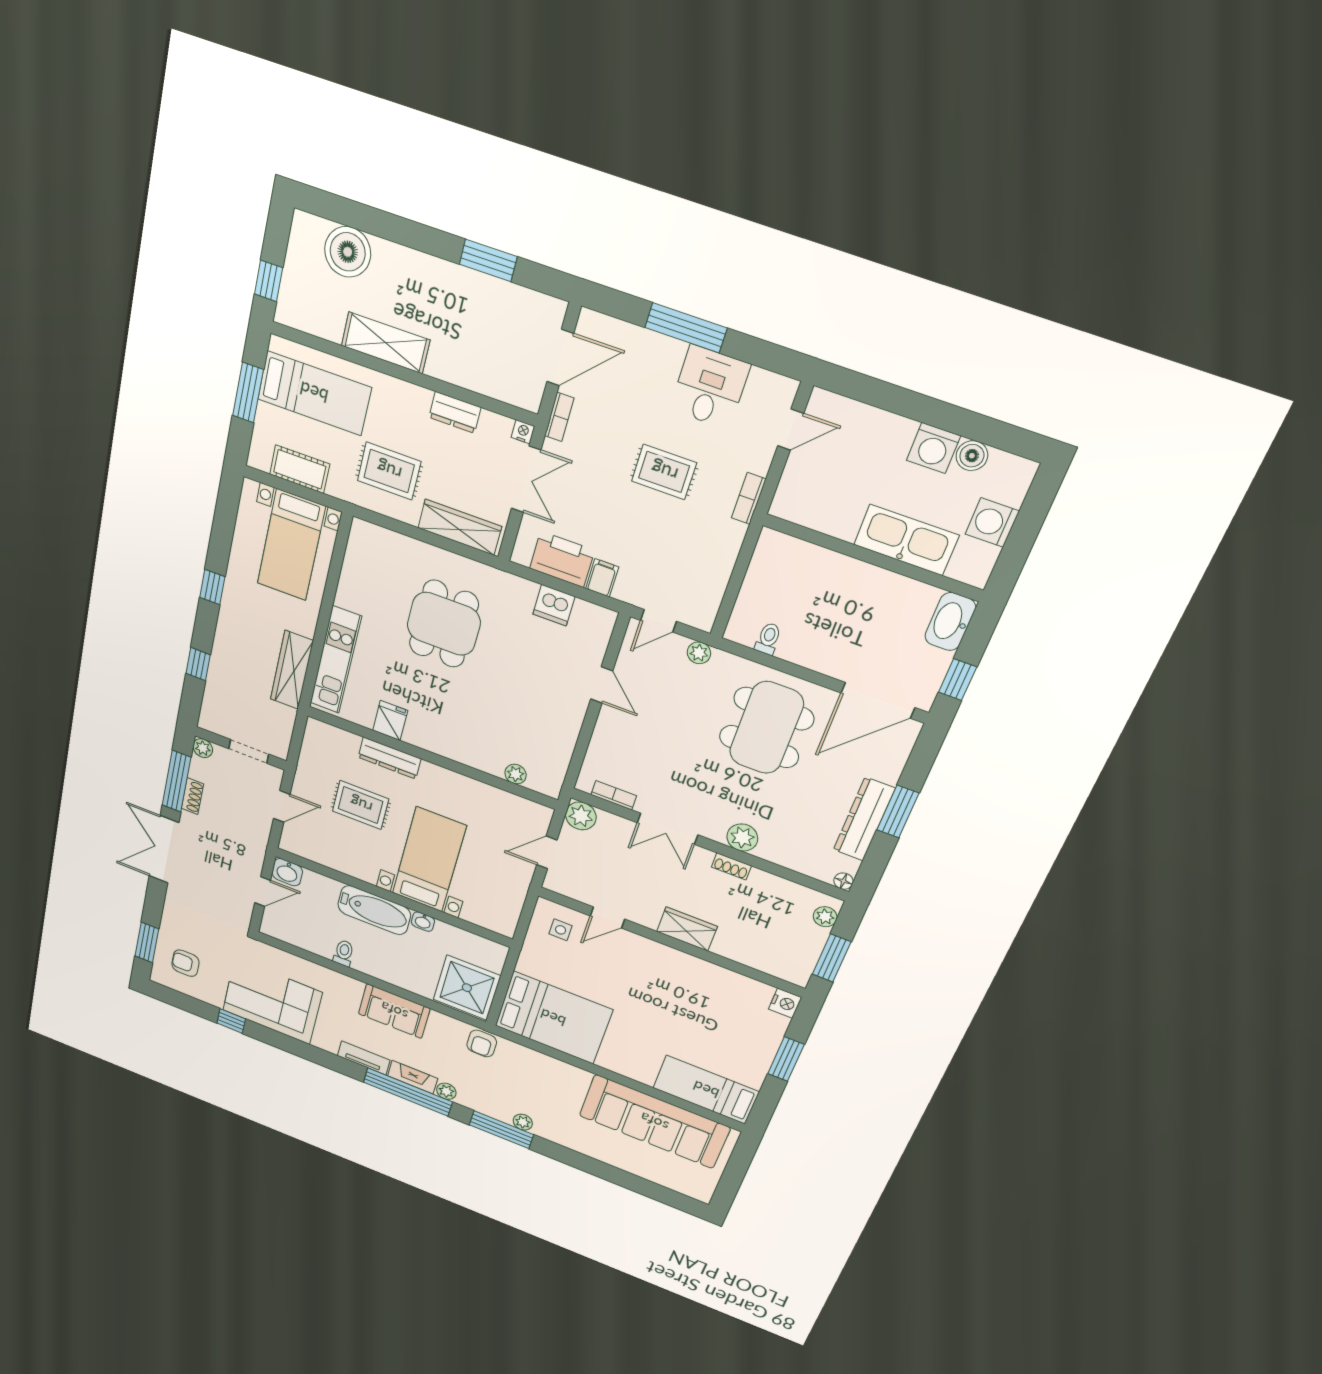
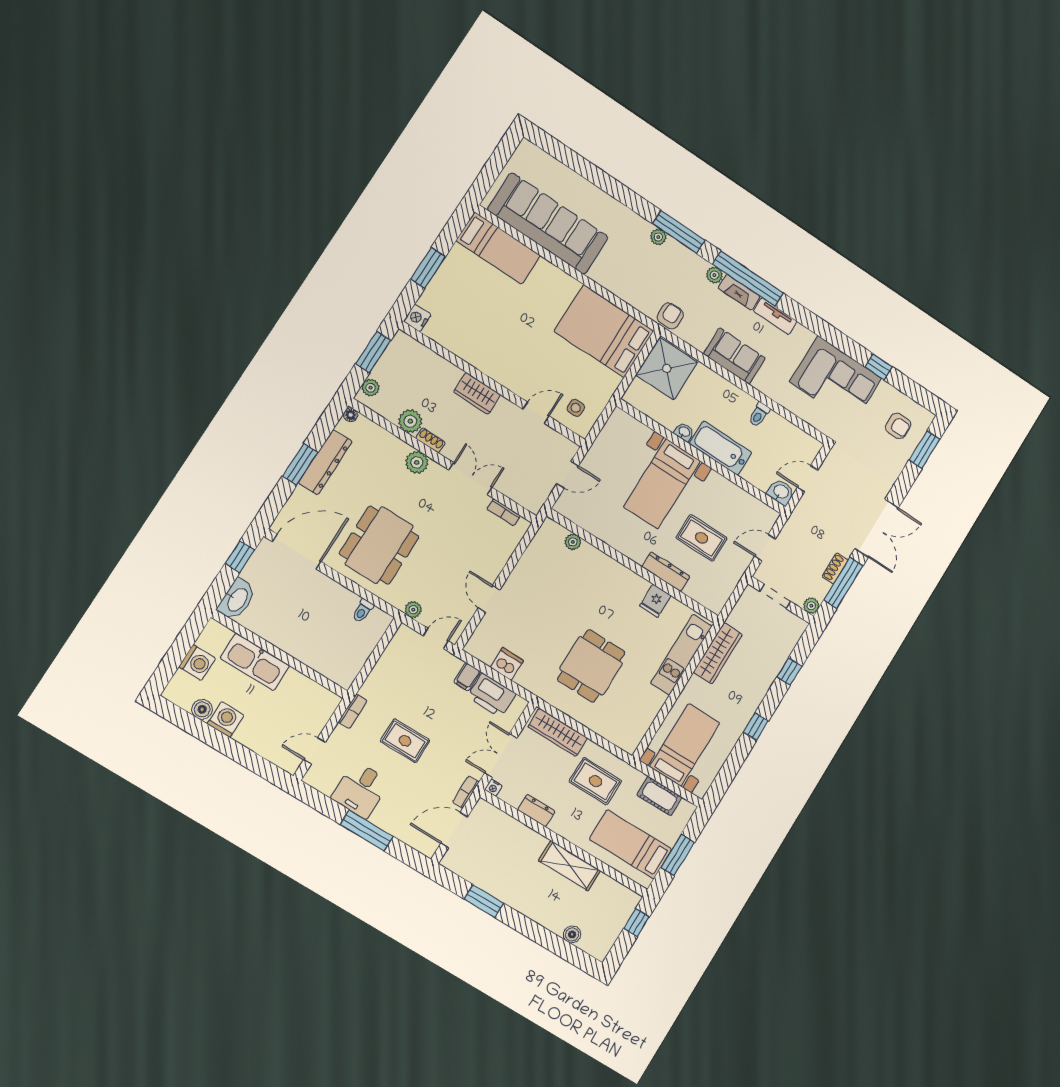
boiler: (348, 252) -> (572, 934), width x0.54, depth x0.54
plant: (581, 816) -> (410, 421), moved

